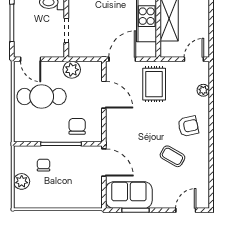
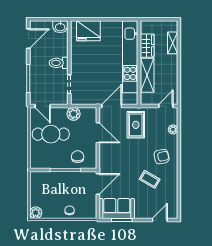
door: (104, 163) -> (98, 184), hinge flipped
chair: (44, 165) -> (70, 210), moved
plant: (22, 181) -> (36, 213), moved

